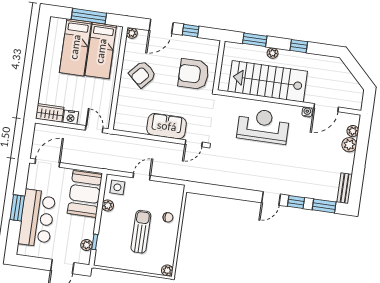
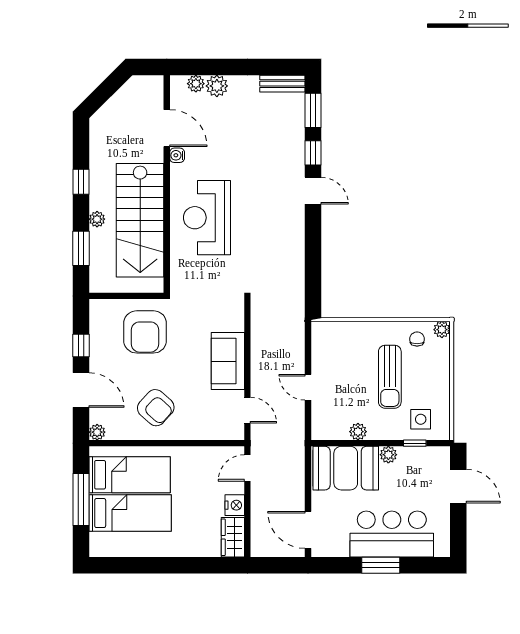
door: (194, 143) -> (247, 410), moved
side table: (117, 187) -> (421, 419), moved
chair: (168, 217) -> (417, 339), moved
sun lounger: (141, 232) -> (390, 377), turned -90
plant: (87, 245) -> (388, 455), moved

